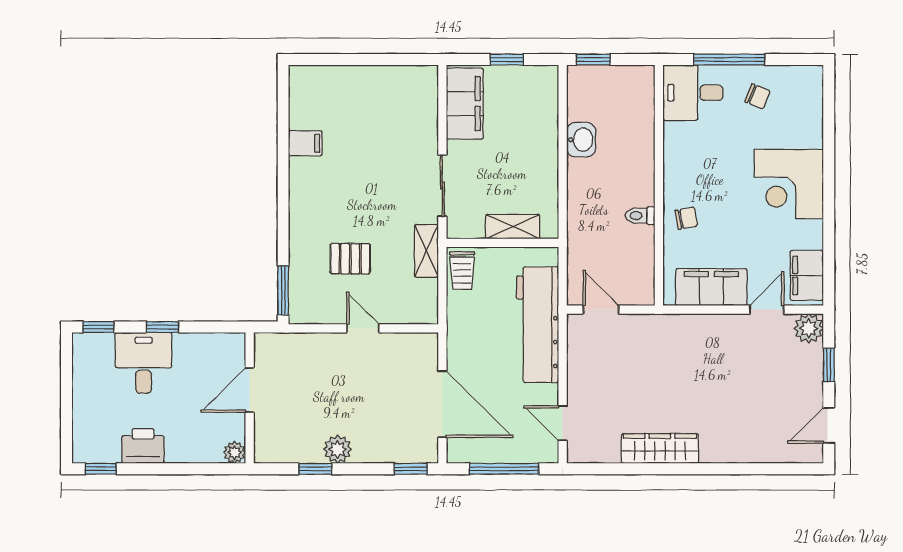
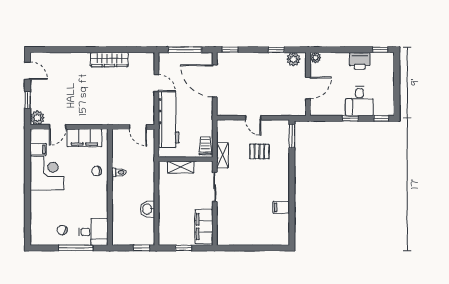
corner desk: (789, 184) -> (47, 173), moved
filing cabinet: (807, 275) -> (38, 149), width x0.50
door: (563, 423) -> (156, 83), moved
door: (829, 425) -> (28, 71), hinge flipped
plant: (337, 449) -> (293, 59), moved

